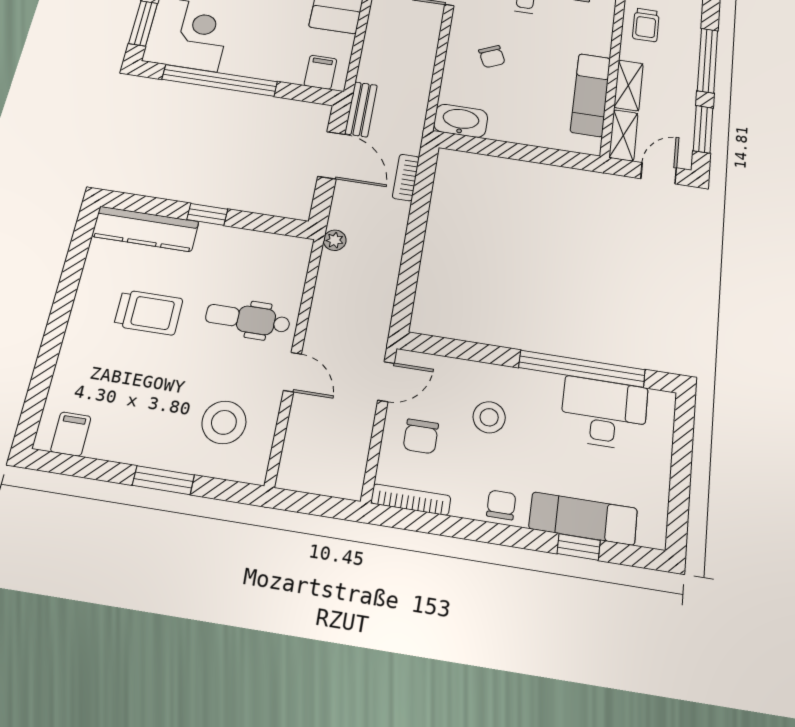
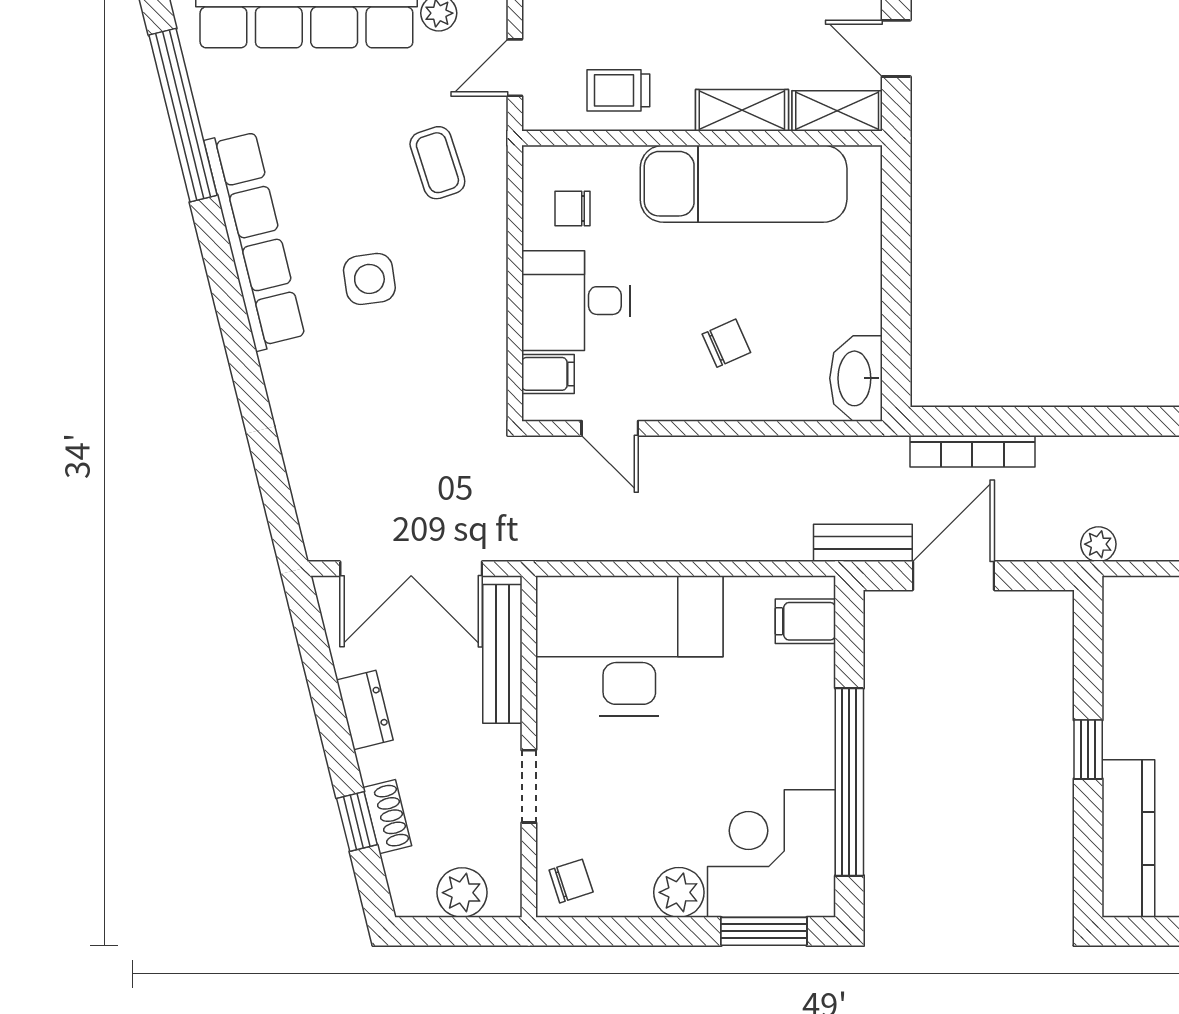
trolley: (646, 25) -> (618, 90), turned 180
exam couch: (590, 95) -> (744, 184), width x1.36, depth x1.45
bookcase: (406, 177) -> (972, 451), width x1.56

